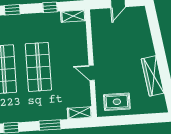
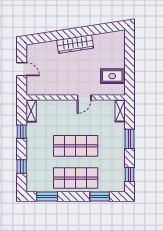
wardrobe: (153, 76) -> (75, 44), moved
rug: (117, 102) -> (112, 76), turned 90

